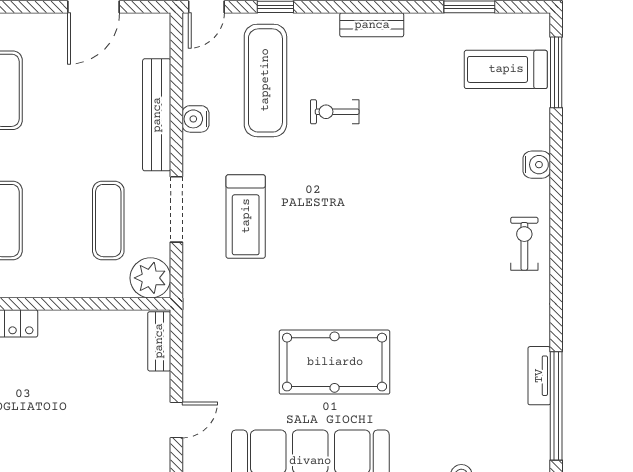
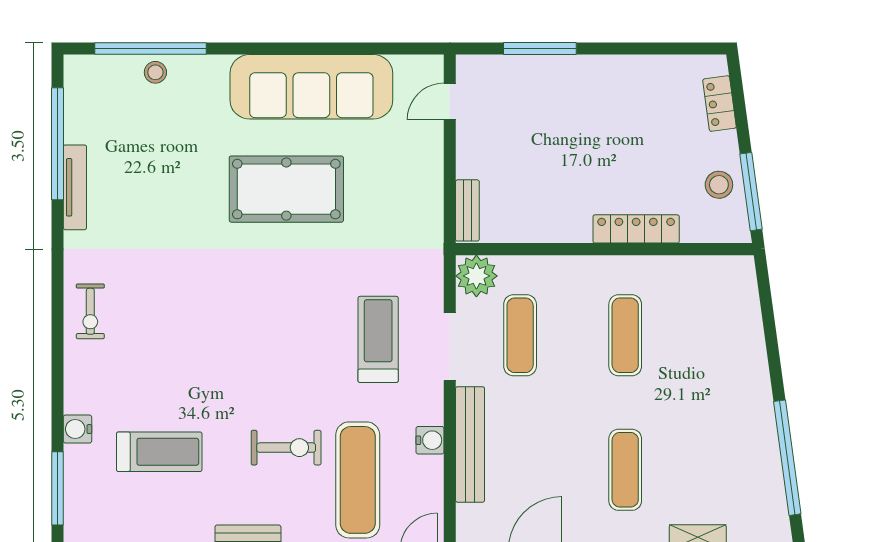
treadmill: (506, 69) -> (159, 452), moved
exercise bike: (335, 112) -> (286, 448), width x1.38, depth x1.39
water cooler: (537, 165) -> (77, 429), moved
tv unit: (539, 376) -> (75, 187), width x1.41
door: (176, 420) -> (450, 102), moved

